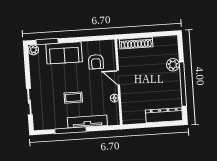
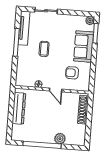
door: (118, 78) -> (56, 90), swing flipped
dresser: (164, 115) -> (19, 108), moved
tv unit: (87, 122) -> (24, 28), moved

